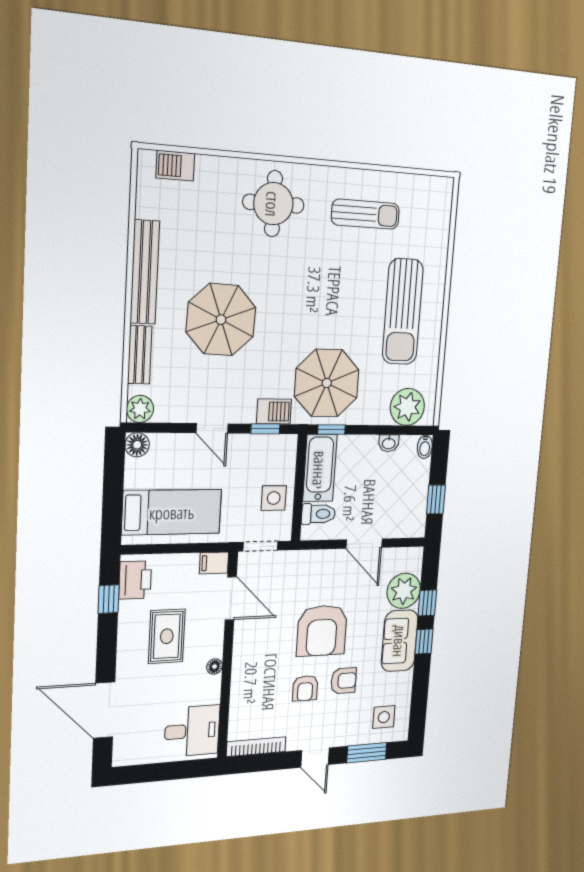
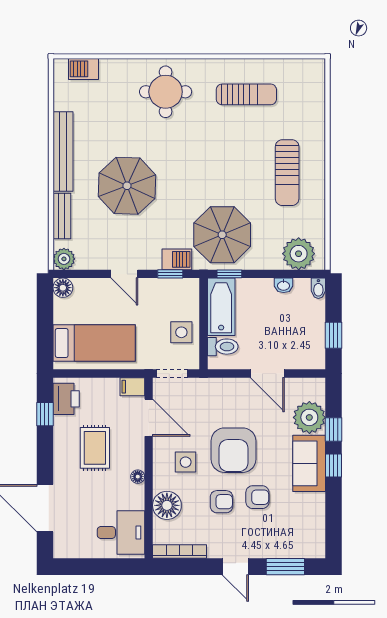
sun lounger: (403, 312) -> (287, 173), width x0.73, depth x0.75
armchair: (305, 688) -> (221, 502), turned -90
floor lamp: (245, 697) -> (167, 505), added
side table: (384, 717) -> (186, 462), moved

